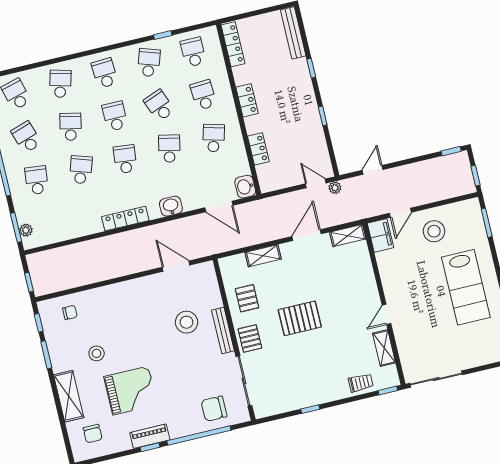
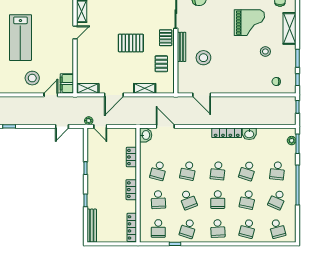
school desk: (26, 137) -> (277, 200), turned 42
washbasin: (171, 206) -> (249, 134), moved
lab bench: (466, 287) -> (20, 38), turned 180
grand piano: (131, 391) -> (249, 23), turned 180

